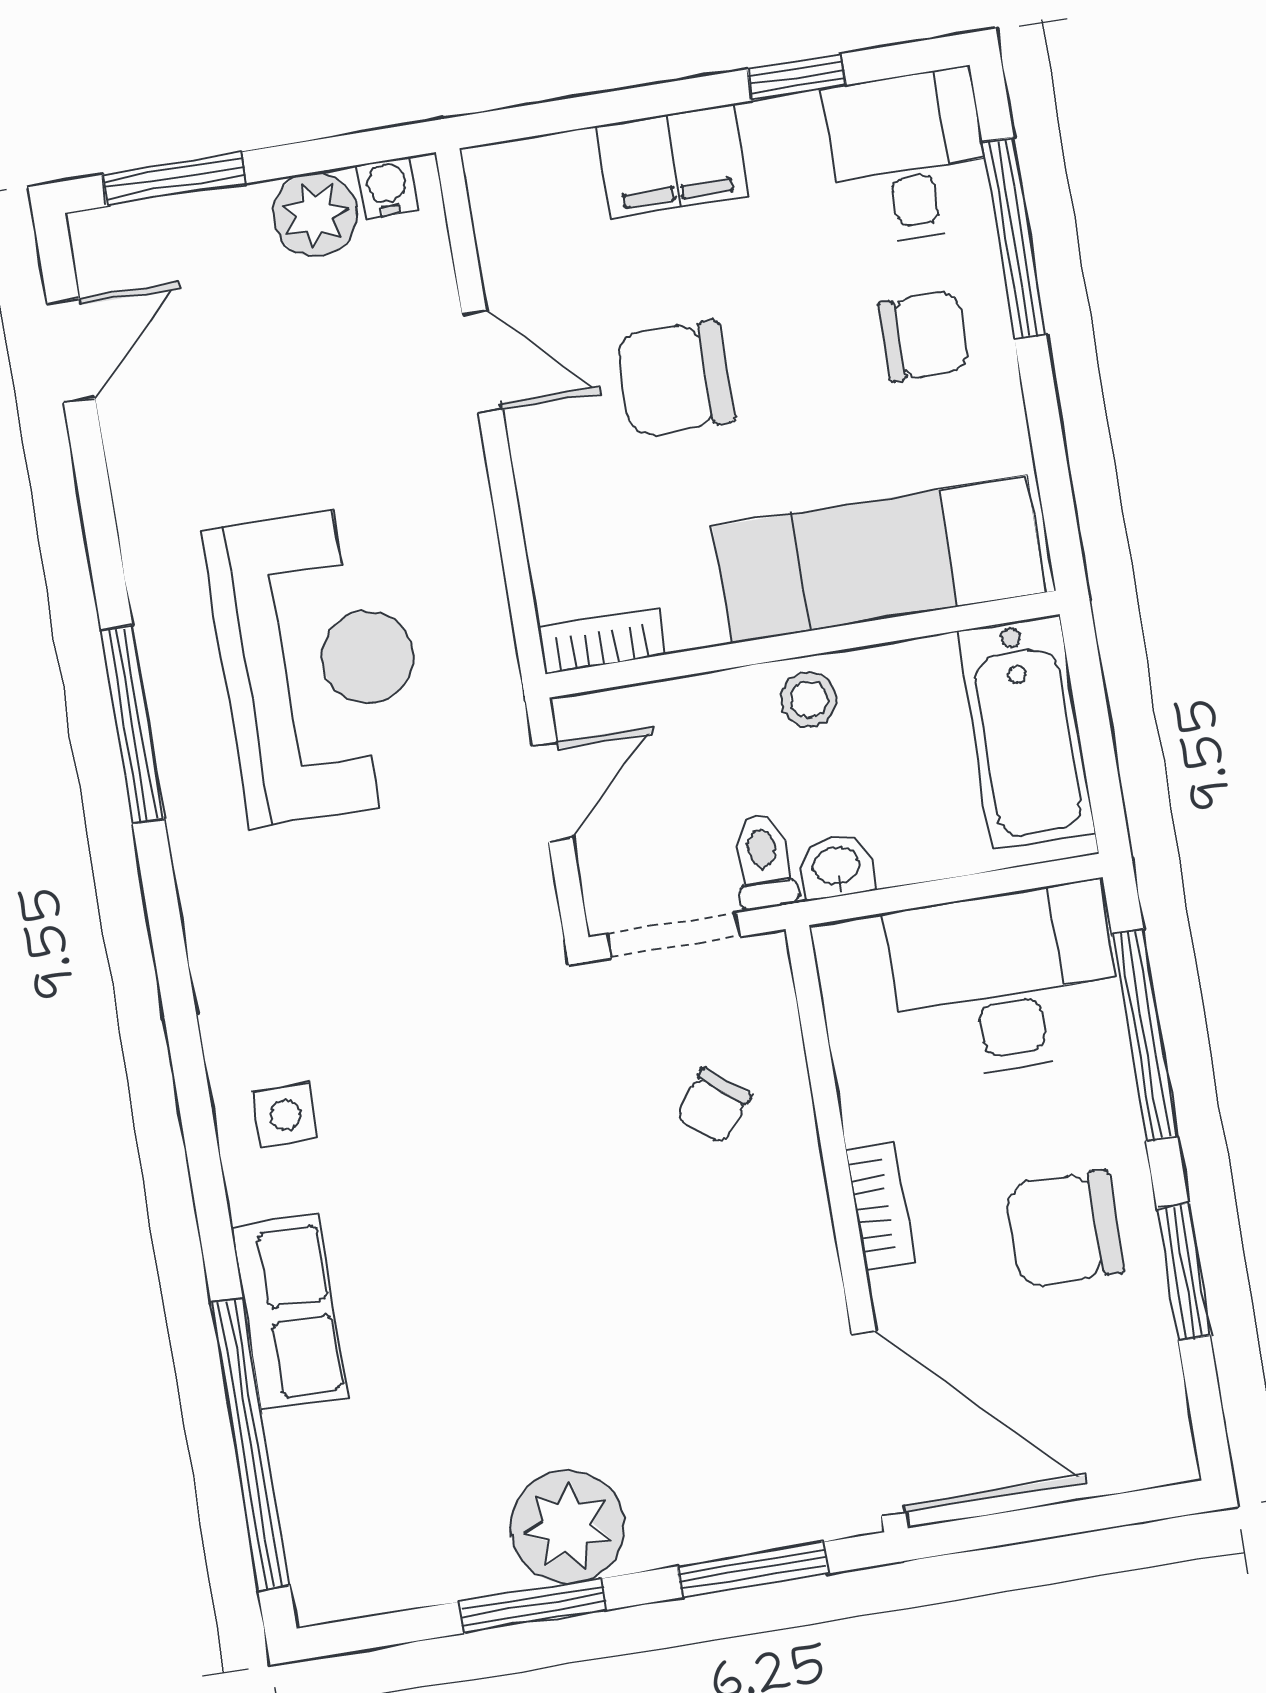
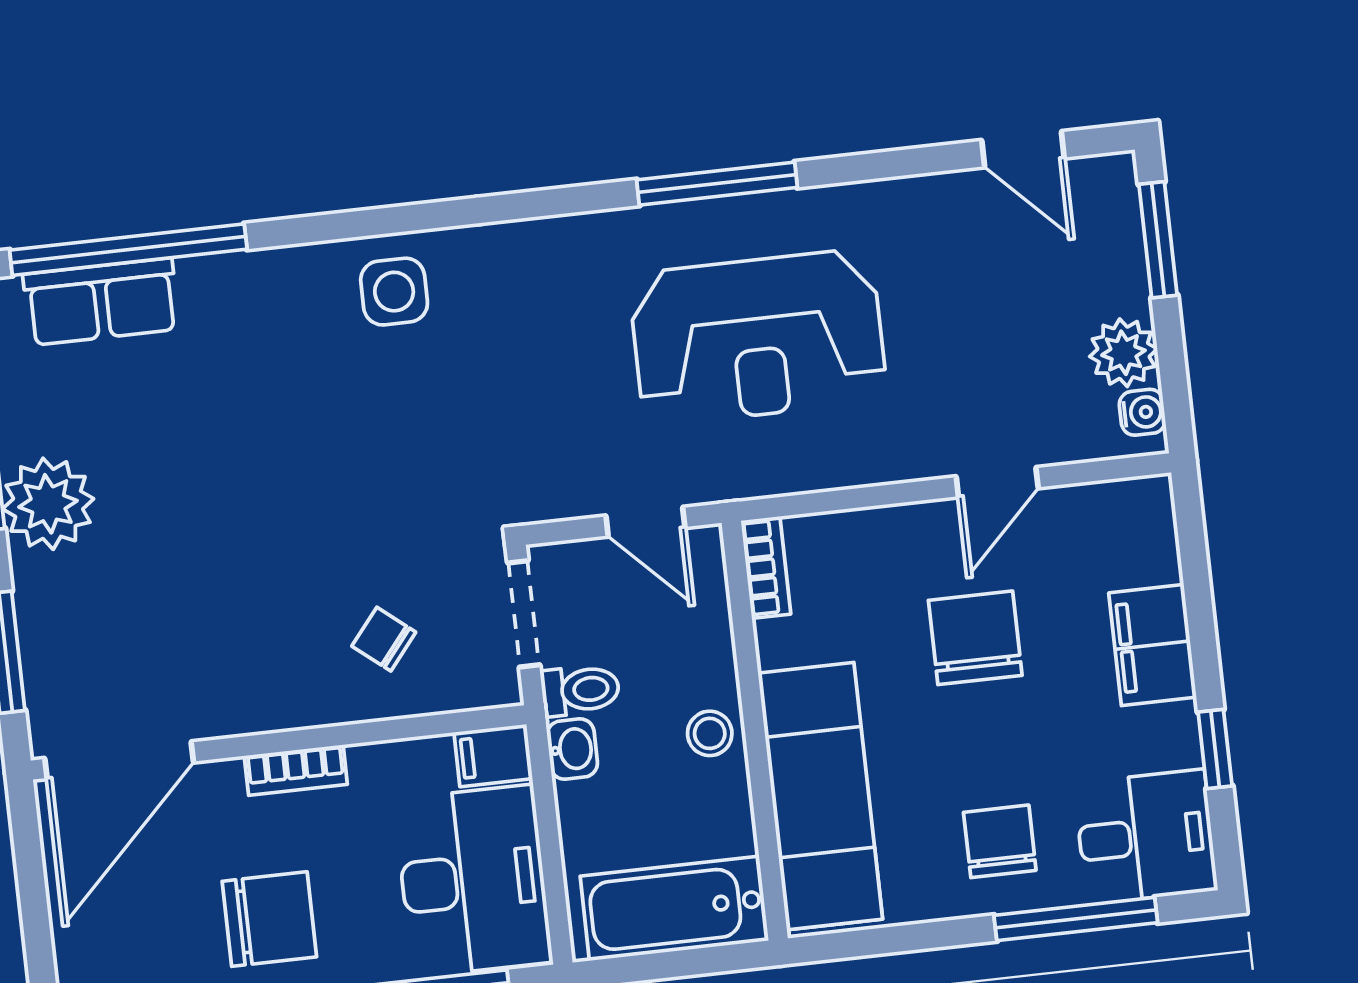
chair: (923, 336) -> (1000, 841), turned 180
filing cabinet: (849, 964) -> (493, 755), added
side table: (285, 1115) -> (394, 292), width x1.37, depth x1.37
chair: (1064, 1229) -> (269, 919), turned 90
row of seats: (290, 1313) -> (101, 302), moved

